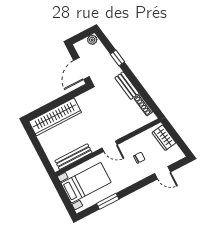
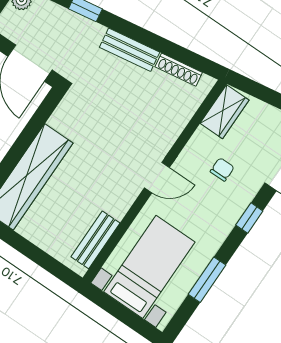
wardrobe: (164, 138) -> (224, 112), moved, turned -81
bench: (73, 157) -> (96, 240), width x0.73
window: (140, 185) -> (249, 218), added

